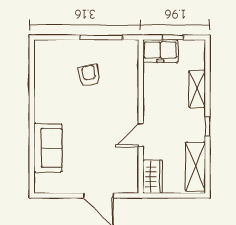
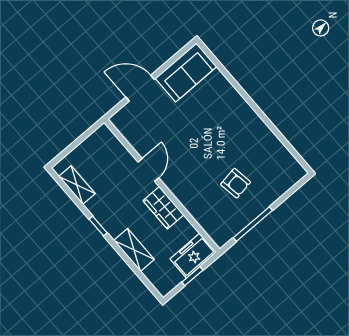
sofa: (48, 148) -> (186, 72), moved, turned -90
shelving: (195, 167) -> (77, 185), width x0.67, depth x0.75
wardrobe: (153, 177) -> (163, 208), moved

